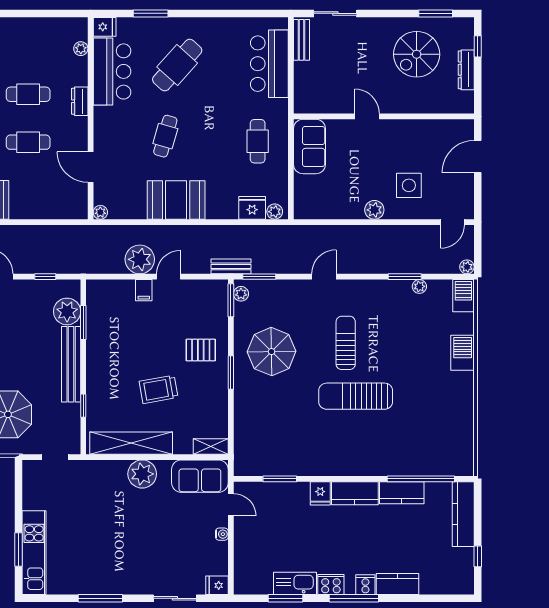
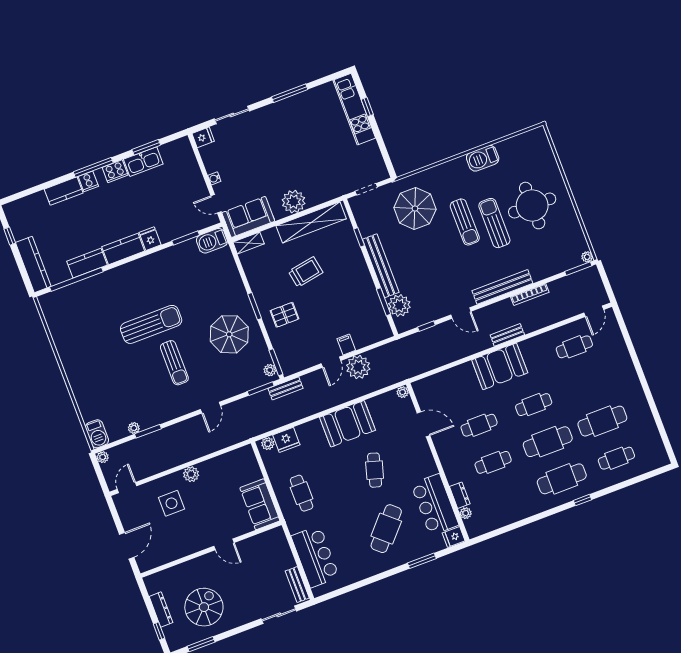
dresser: (80, 101) -> (460, 495), moved
barbecue: (463, 353) -> (212, 241), moved, turned 90
window: (19, 550) -> (367, 107), width x0.67

